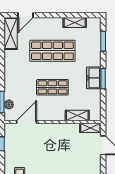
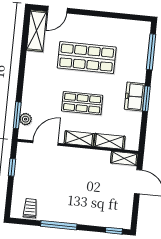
shelving: (75, 22) -> (79, 139), moved
window: (103, 41) -> (151, 52), width x1.44

